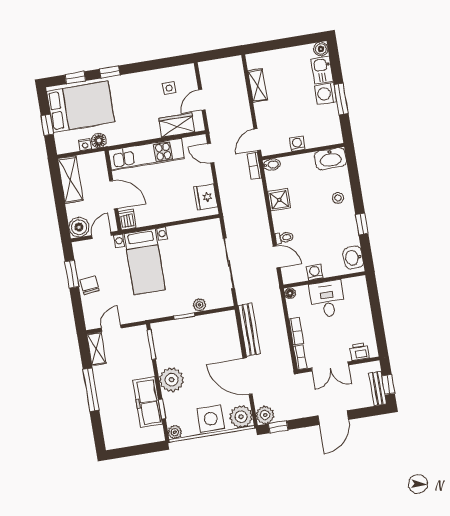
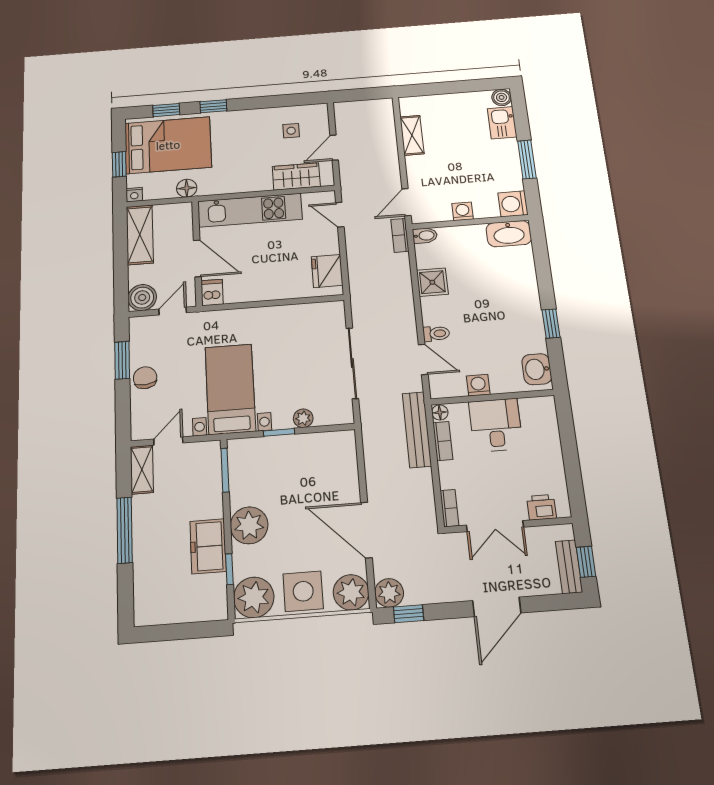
washing machine: (326, 94) -> (513, 204), moved
nightstand: (85, 145) -> (134, 195), moved
stool: (338, 198) -> (517, 286), removed
bed with nightstands: (145, 262) -> (230, 389), moved, turned 180
bench: (249, 330) -> (417, 430), moved
bookcase: (296, 331) -> (443, 441), moved
freezer: (148, 402) -> (208, 546), width x0.71
plant: (175, 432) -> (254, 597), width x1.87, depth x1.87

